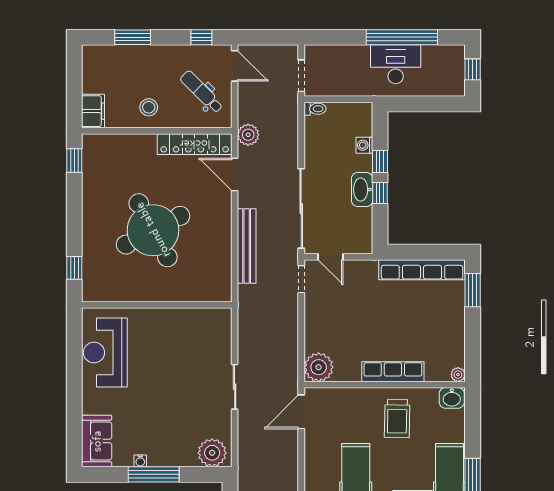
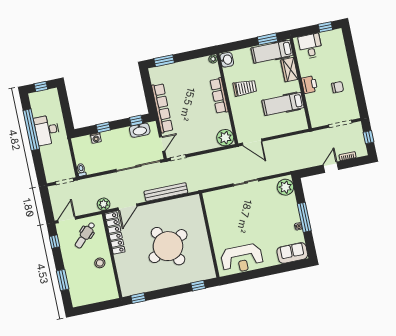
filing cabinet: (93, 111) -> (108, 294), removed
washbasin: (362, 189) -> (140, 130), moved
window: (380, 193) -> (136, 121), moved
row of seats: (422, 270) -> (162, 108), moved

